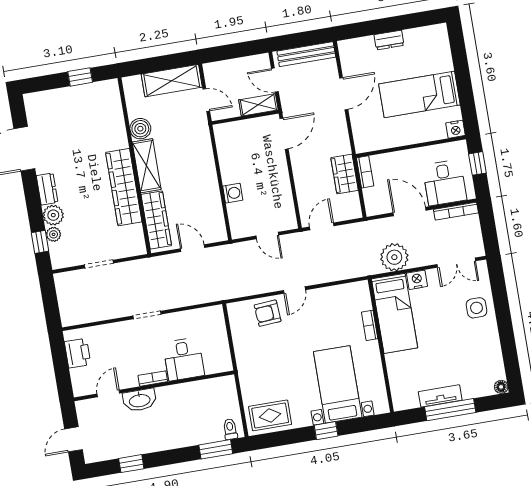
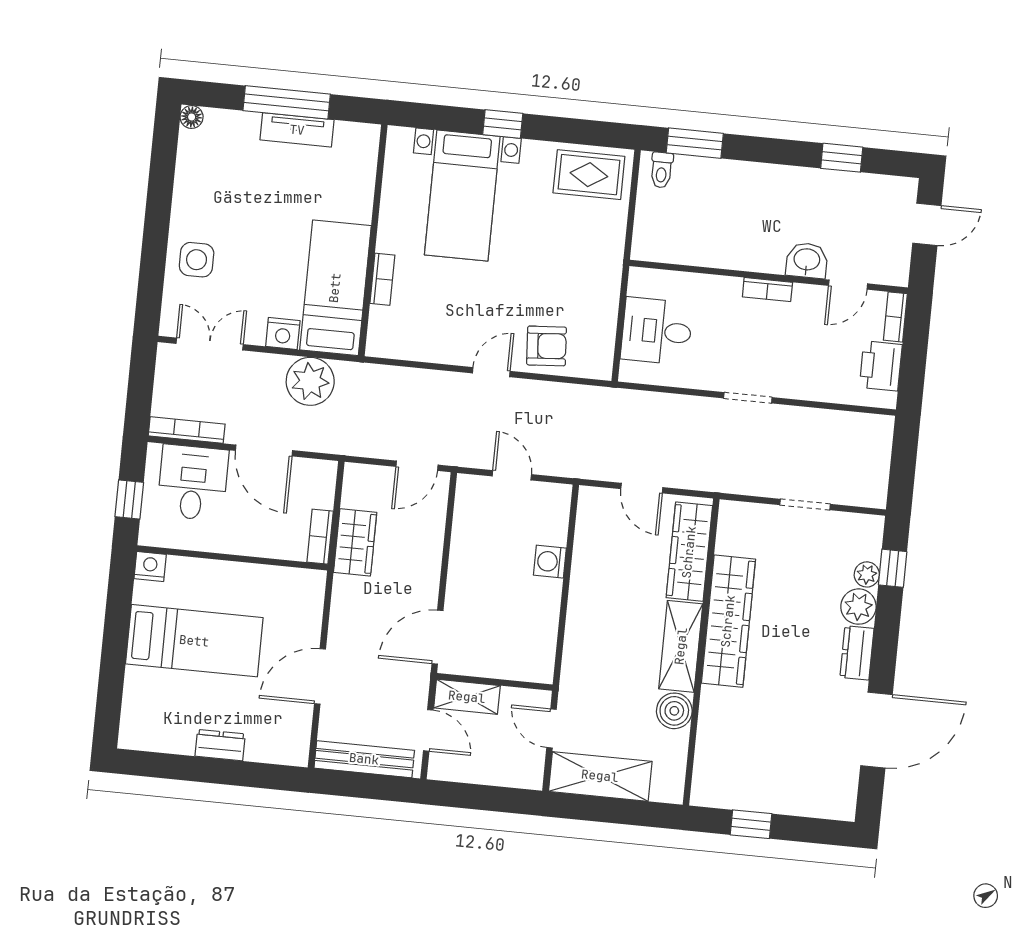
desk: (184, 359) -> (657, 331), moved, turned -90
bookcase: (77, 383) -> (895, 317), added
washbasin: (140, 400) -> (807, 260), width x0.72

